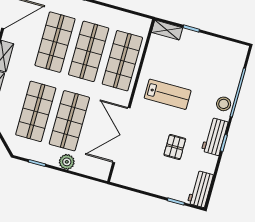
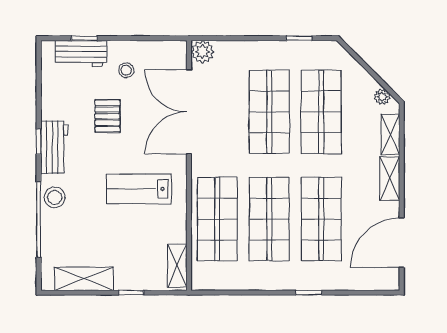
shelving: (167, 30) -> (177, 266), moved, turned 90
shelving: (219, 46) -> (84, 279), added
double door: (121, 135) -> (189, 112), swing flipped
plant: (67, 162) -> (202, 52), moved
stool: (154, 173) -> (126, 70), added
workbench: (200, 189) -> (81, 54), moved, turned 90

